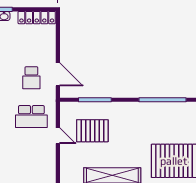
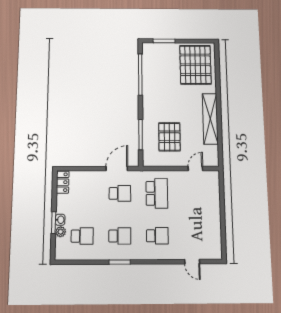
locker: (37, 18) -> (63, 182), width x0.66
door: (58, 136) -> (195, 168), moved

